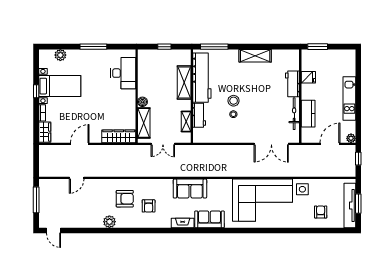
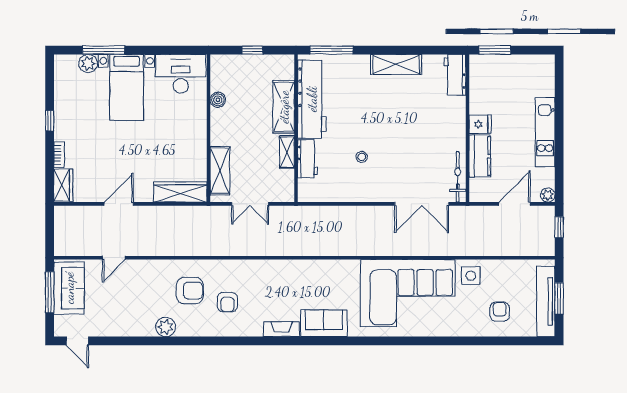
window: (93, 47) -> (104, 50), moved
desk: (123, 73) -> (181, 74), moved, turned -90
fridge: (308, 77) -> (480, 124), moved
workbench: (292, 84) -> (455, 75), moved
bed with nightstands: (60, 86) -> (127, 87), moved, turned 90
stool: (234, 101) -> (362, 136), removed
boiler: (142, 102) -> (218, 100), moved
bicycle: (294, 114) -> (458, 177), moved
shelving: (186, 122) -> (287, 152), moved
sofa: (190, 189) -> (69, 288), moved, turned -90

